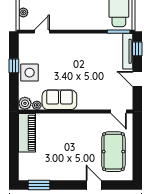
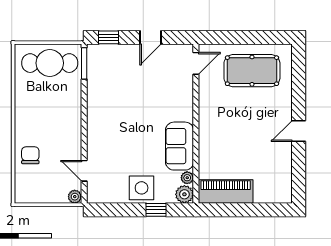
plant: (23, 12) -> (75, 197), moved
tv unit: (128, 51) -> (112, 51), removed
window: (14, 66) -> (156, 210), moved
window: (39, 185) -> (299, 175), removed
door: (94, 185) -> (299, 131), moved

